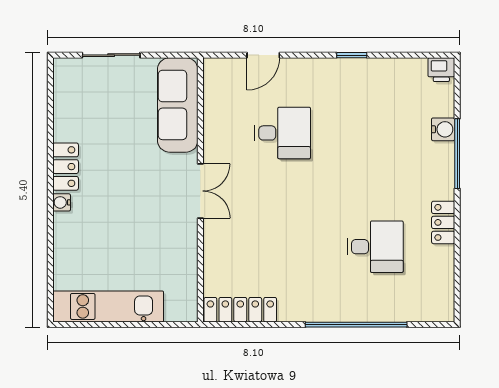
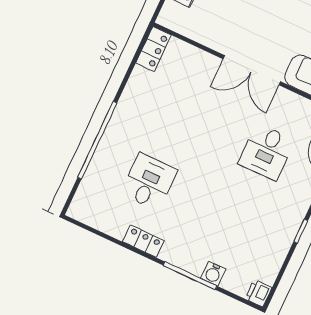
double door: (200, 191) -> (252, 70), width x1.37
desk: (375, 247) -> (149, 182), turned 180
locker: (240, 310) -> (153, 49), width x0.66

